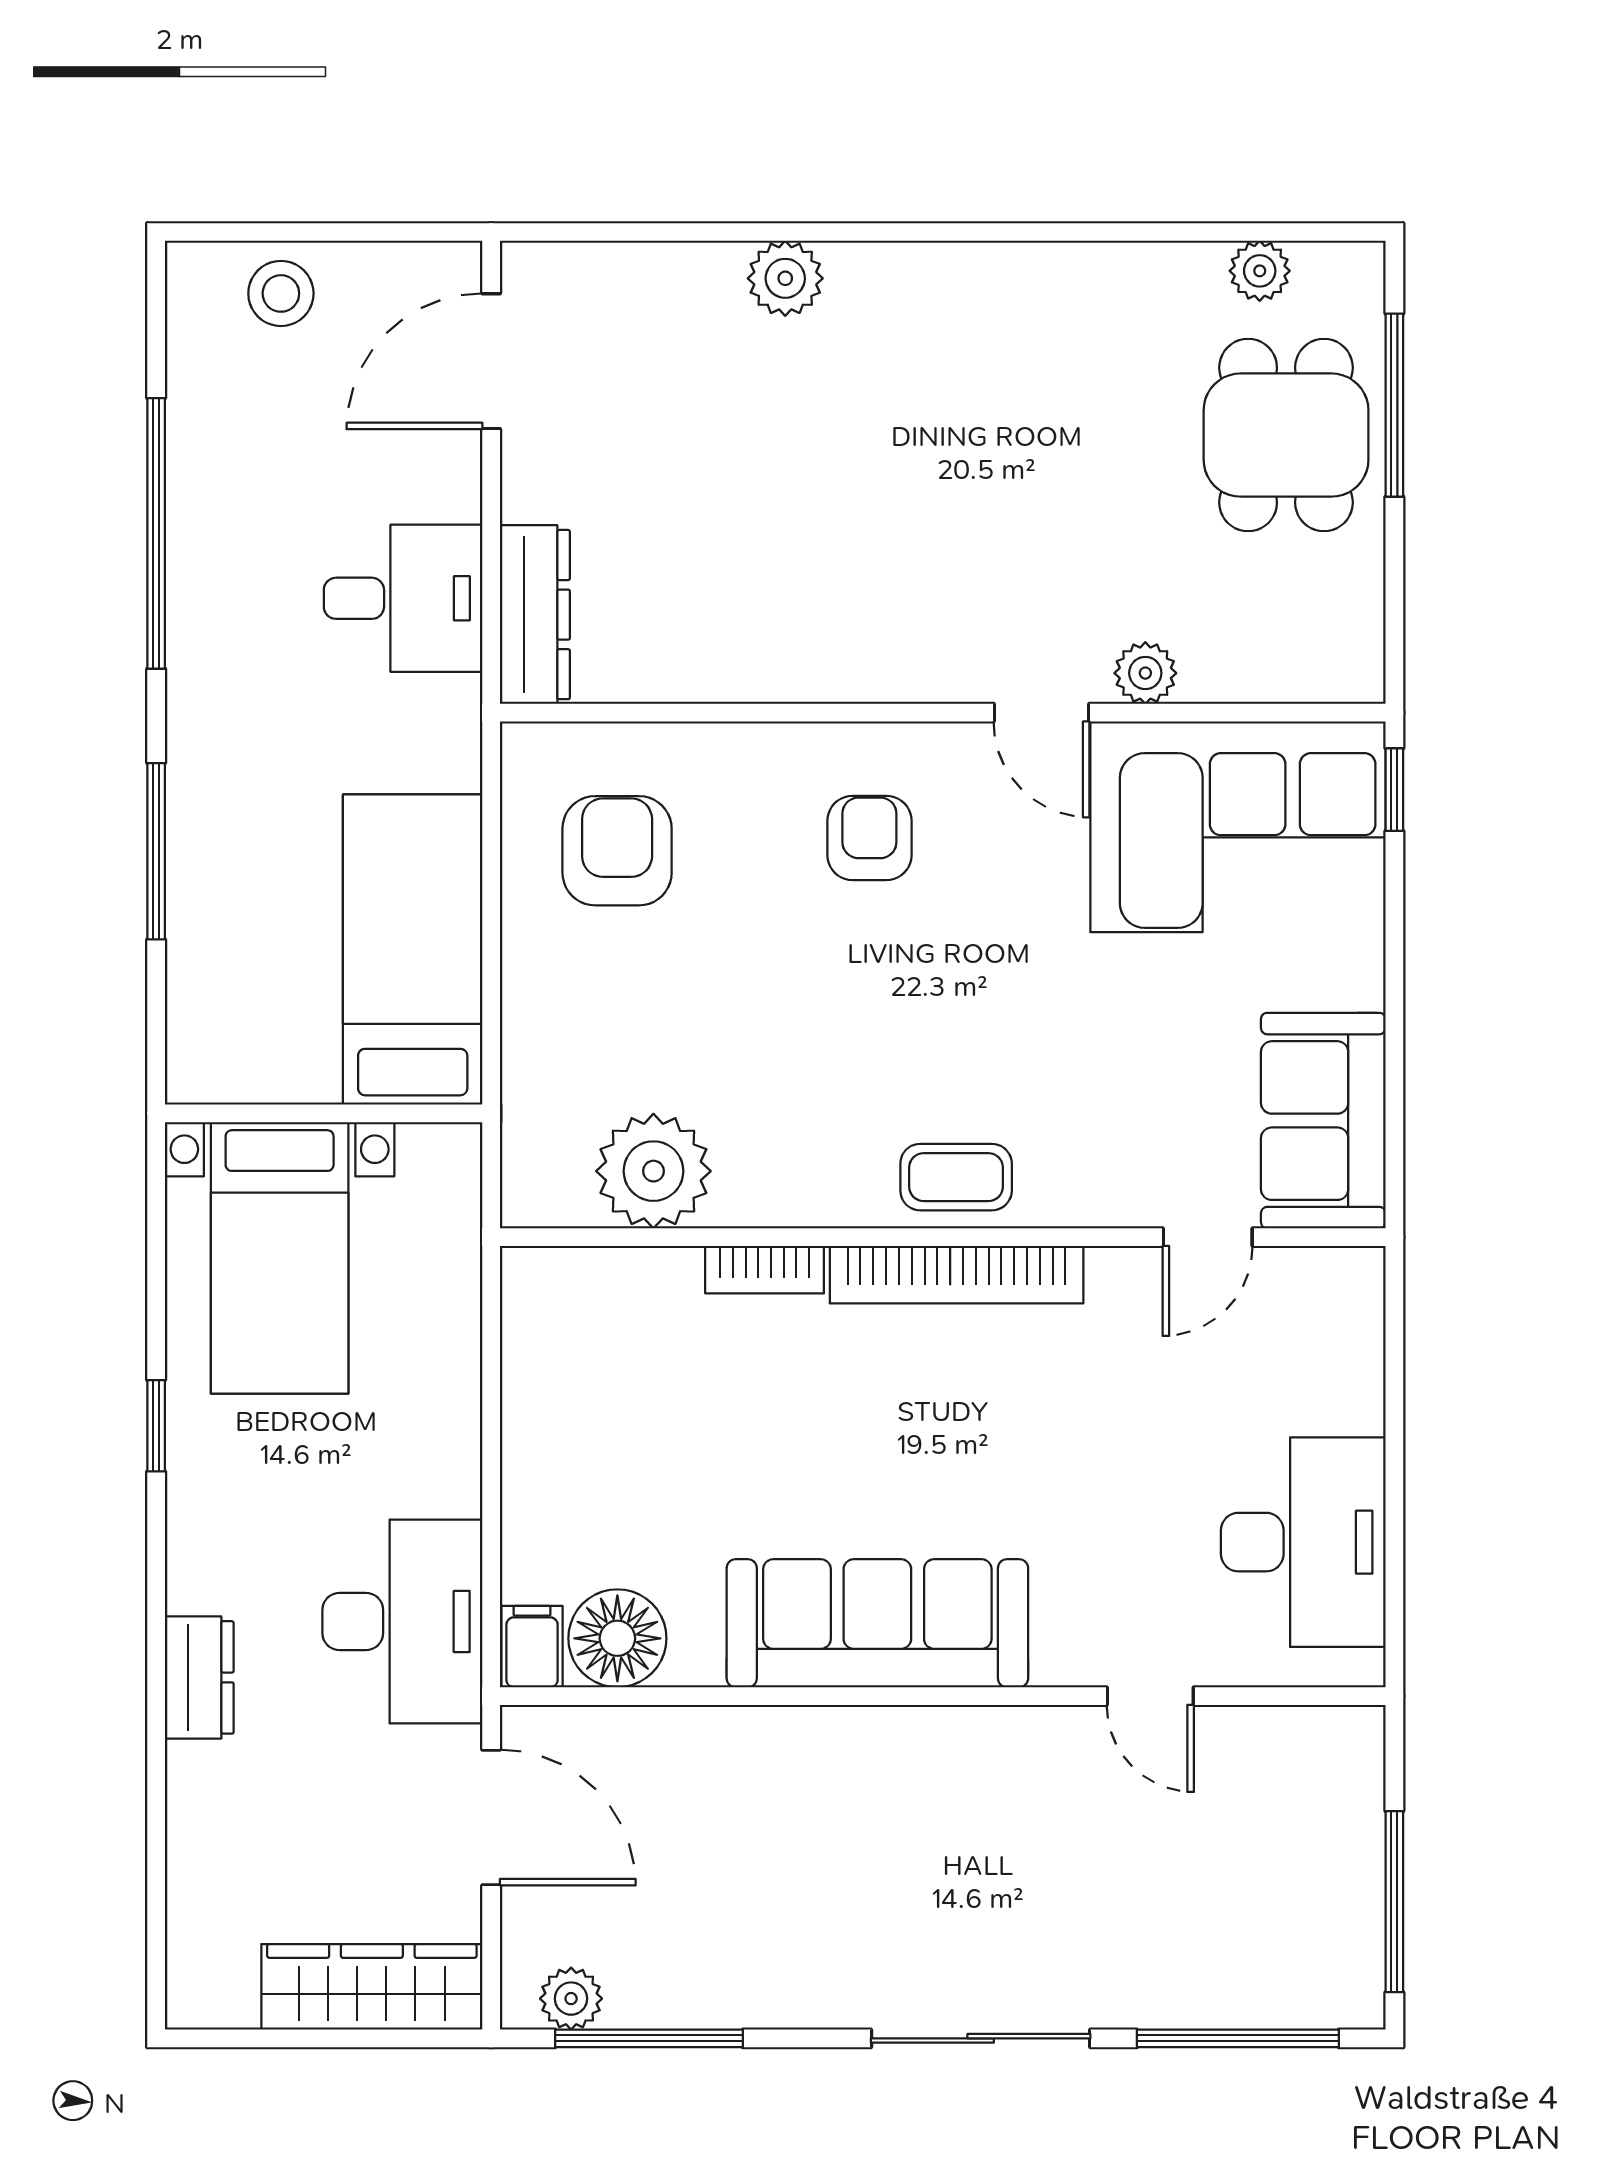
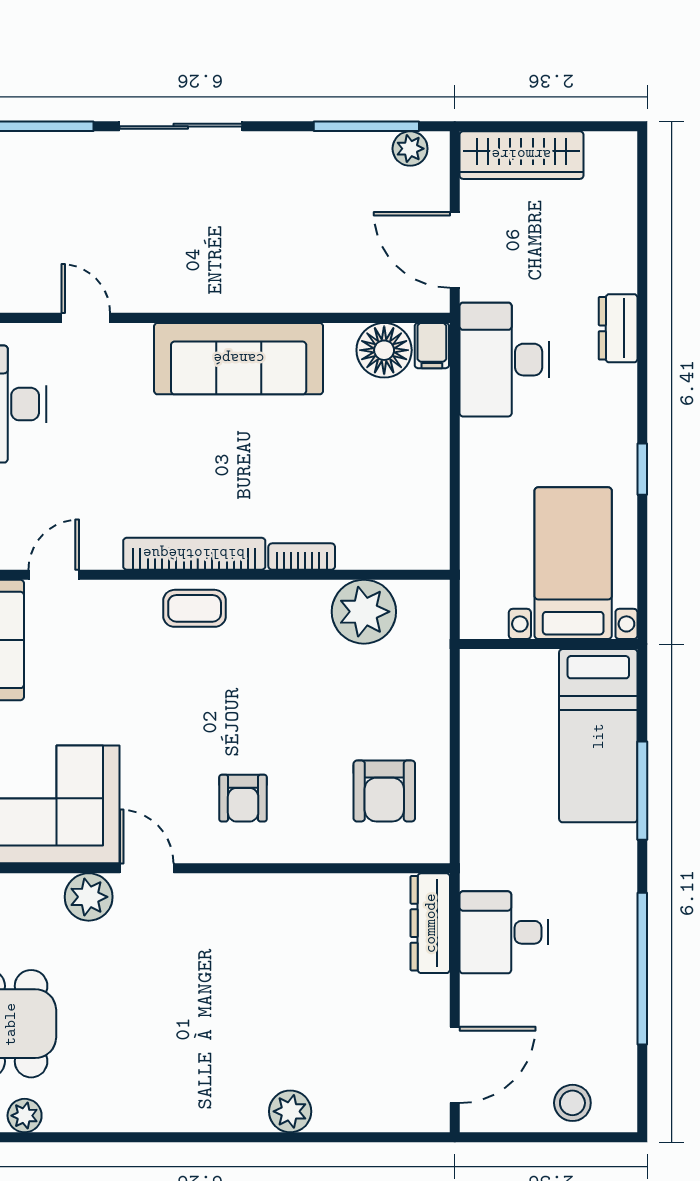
plant: (1145, 673) -> (89, 897), width x1.38, depth x1.38
bed: (413, 950) -> (598, 736), moved

